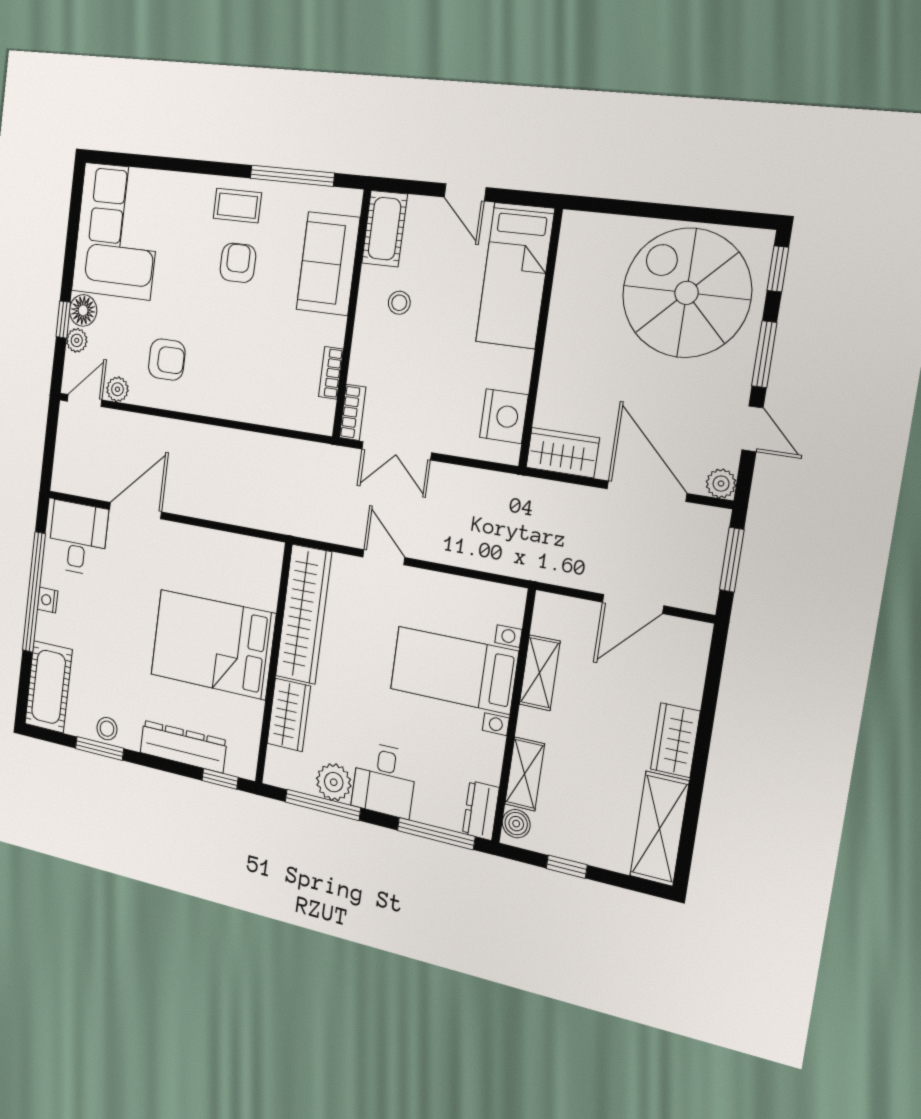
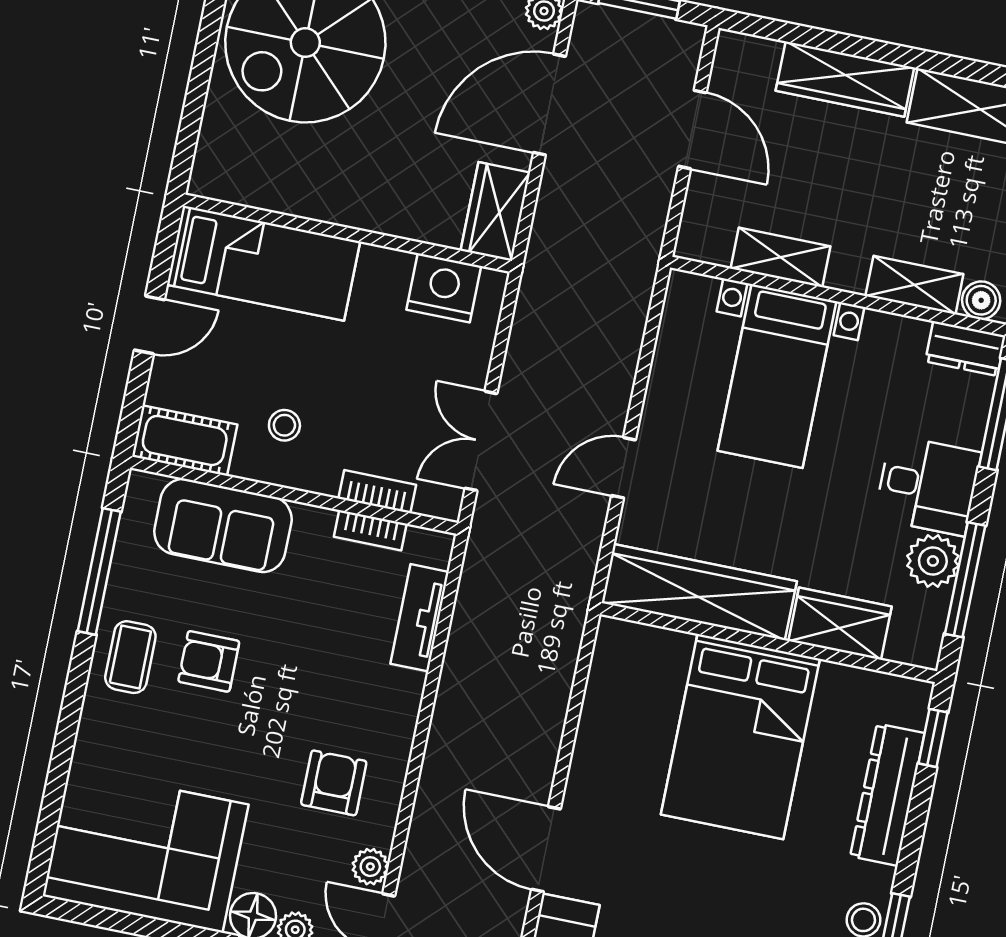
bookcase: (353, 412) -> (377, 492), moved
tv unit: (275, 413) -> (420, 618), added
double door: (396, 451) -> (481, 441), swing flipped
wardrobe: (675, 740) -> (845, 79), width x1.50

